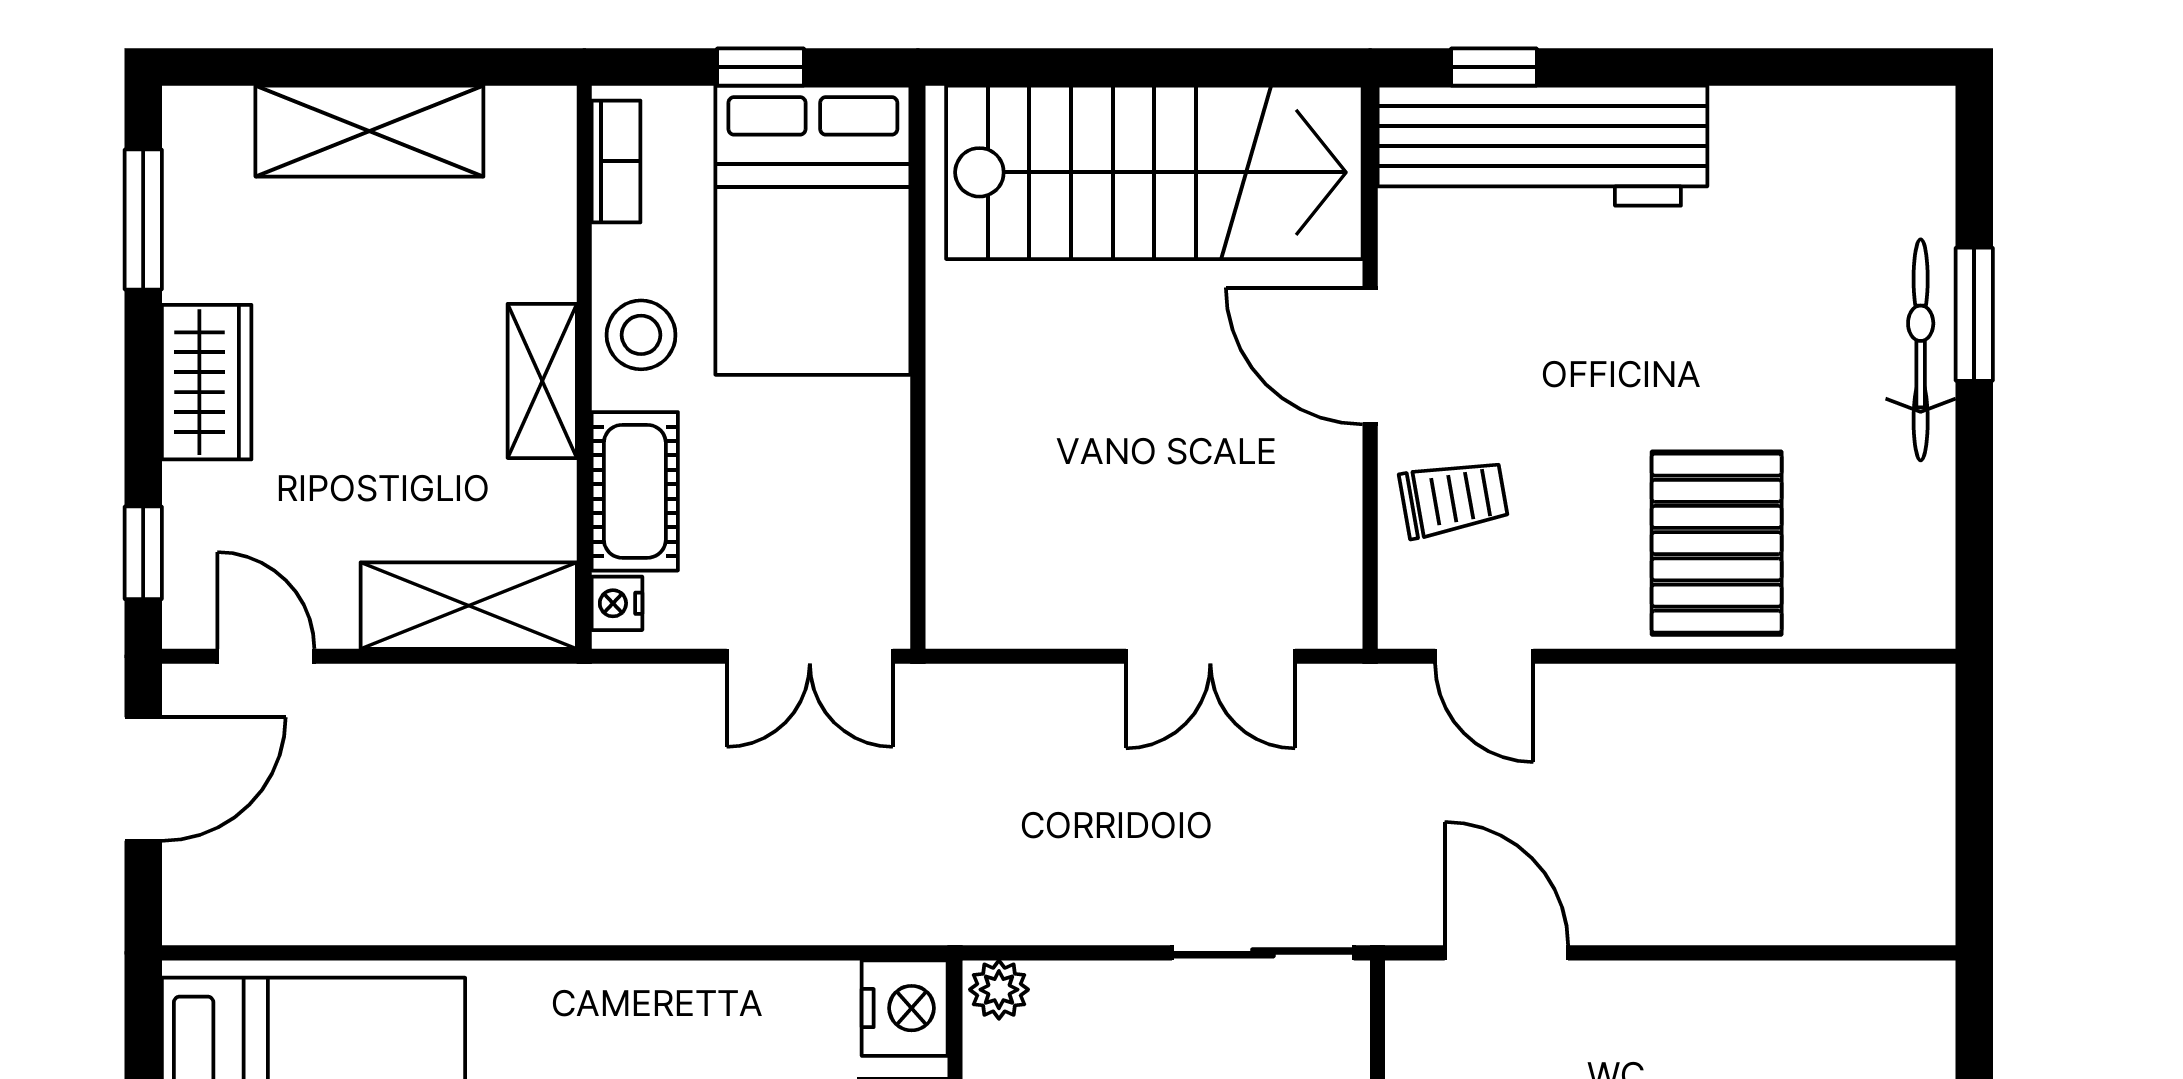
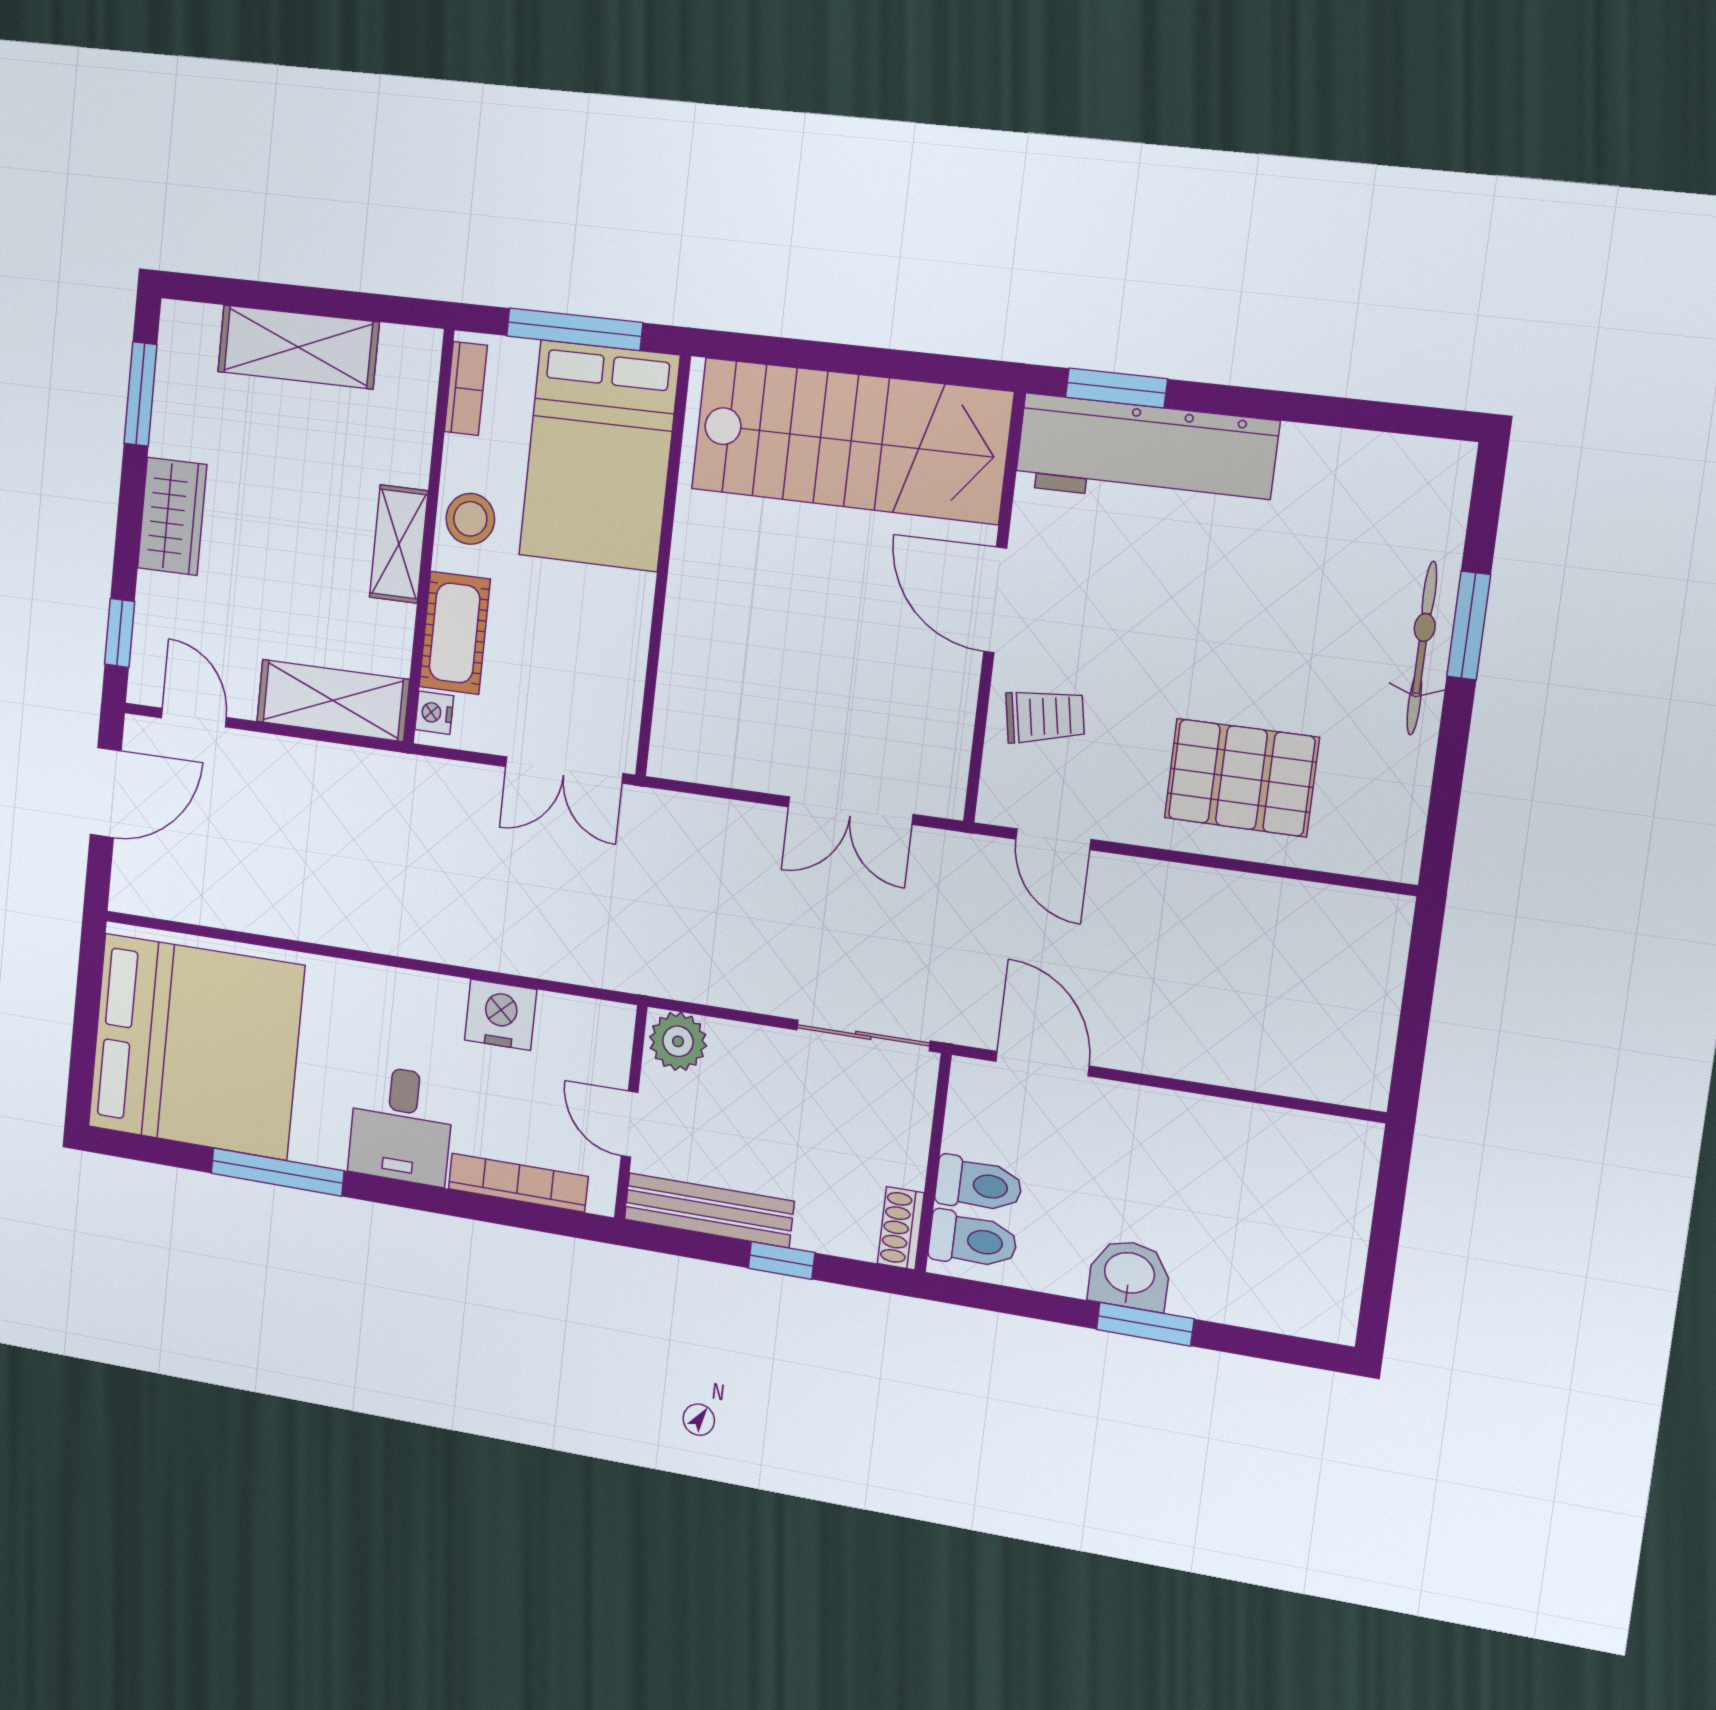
window: (761, 67) -> (574, 329), width x2.17
window: (1494, 67) -> (1116, 388), width x1.50
pallet: (1717, 543) -> (1242, 778), turned 90
plant: (999, 990) -> (678, 1041), width x1.38, depth x1.38
nightstand: (905, 1008) -> (501, 1015), moved, turned -90

